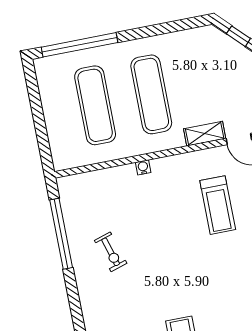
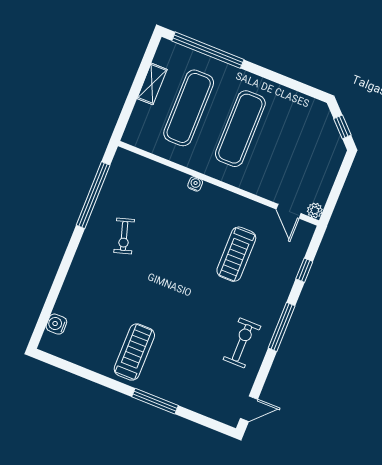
shelving: (205, 134) -> (152, 84), moved, turned 90

